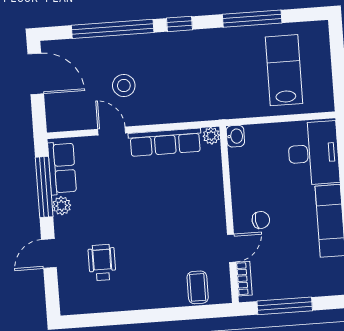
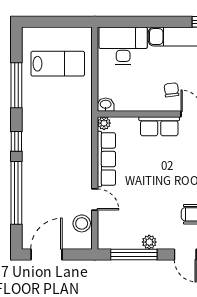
lab bench: (284, 70) -> (58, 64), turned 180
stool: (124, 86) -> (82, 223), moved
door: (112, 131) -> (95, 199), swing flipped
row of seats: (62, 168) -> (159, 126), moved, turned 180

